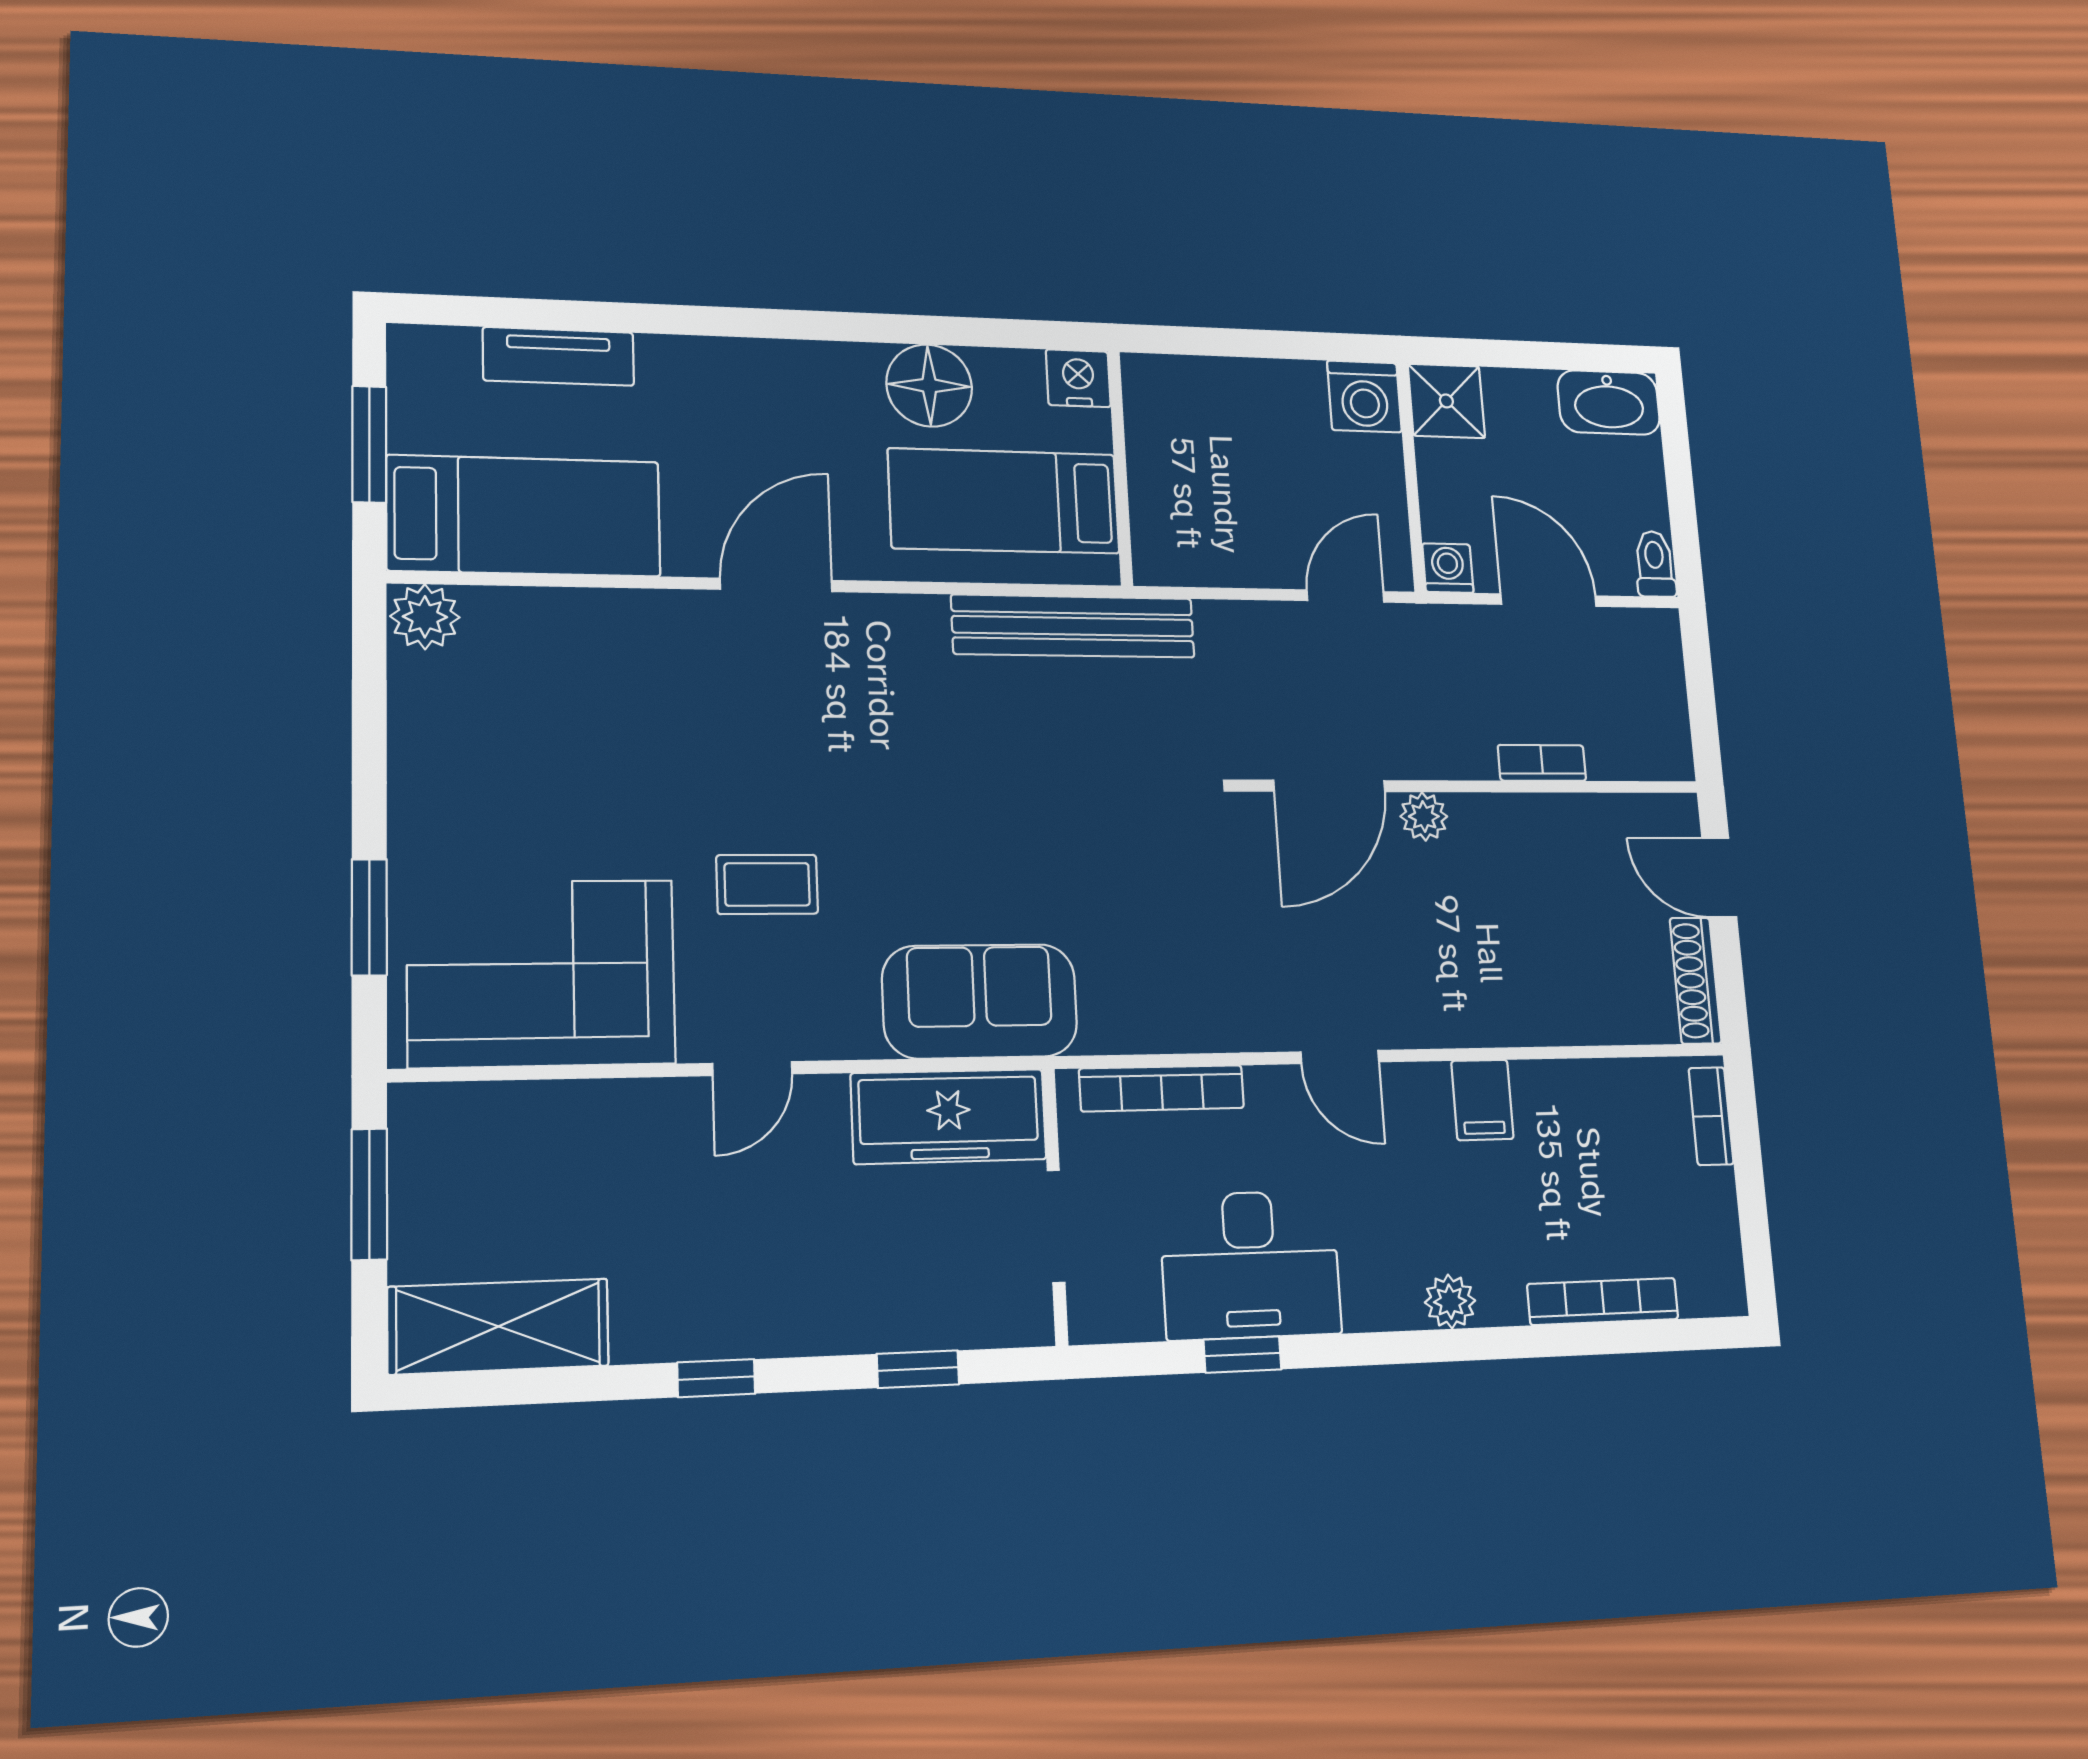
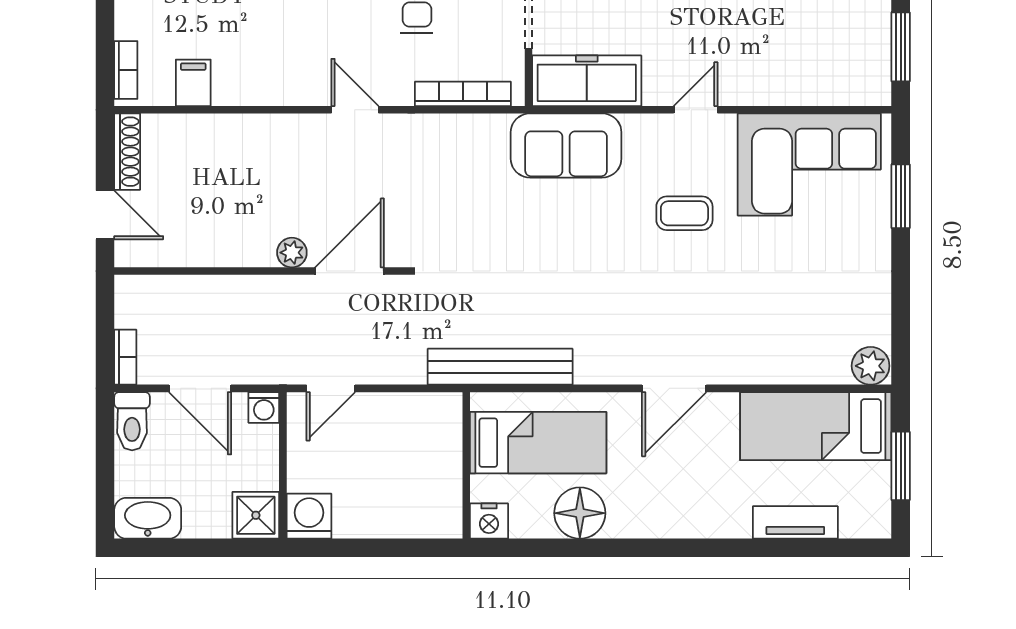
toilet: (1655, 564) -> (132, 421), width x1.37, depth x1.39
bookcase: (1542, 763) -> (125, 357), moved, turned -90
filing cabinet: (1482, 1100) -> (193, 83), moved

